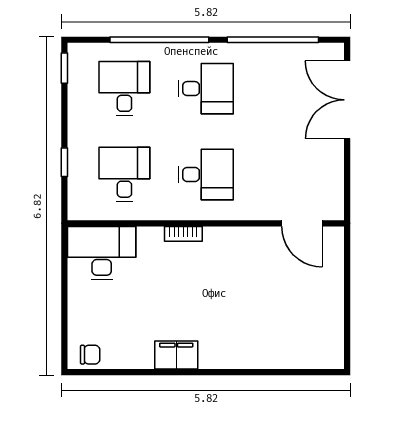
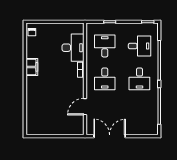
double door: (347, 100) -> (110, 136), moved
desk: (124, 174) -> (105, 46), turned -90
door: (302, 223) -> (85, 107), moved
desk: (102, 253) -> (73, 48), moved

